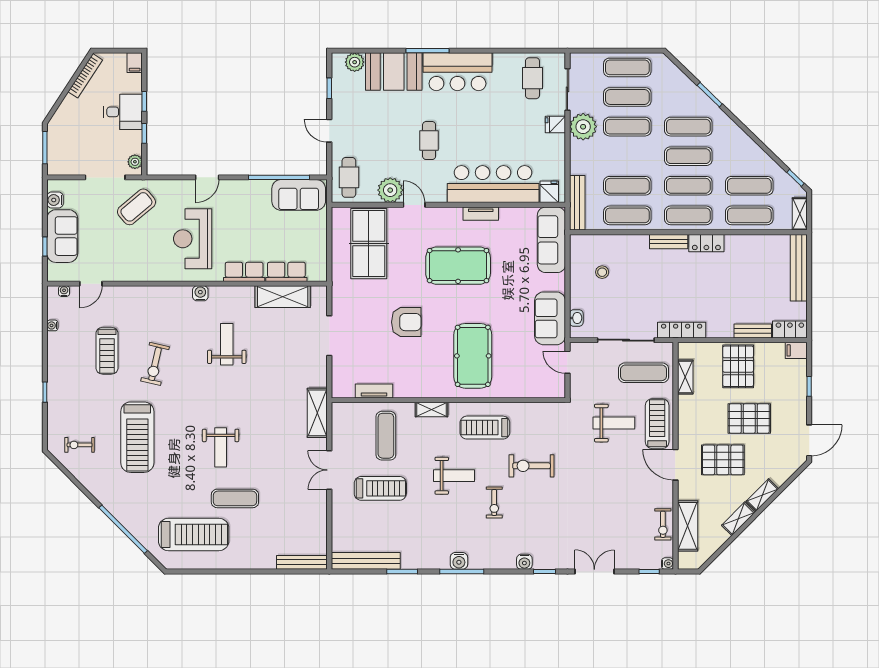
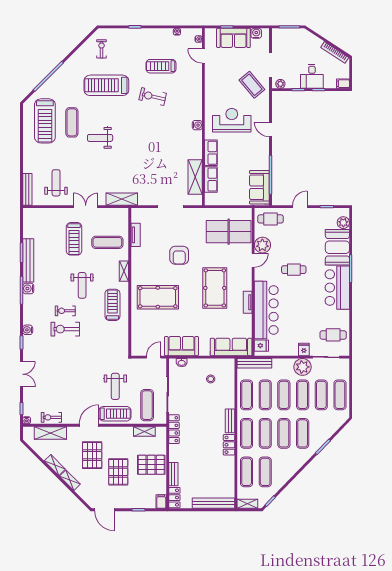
exercise mat: (627, 156) -> (284, 395), added
weight bench: (227, 344) -> (56, 183), moved, turned -90
exercise bike: (532, 466) -> (65, 329), moved, turned -90
exercise mat: (235, 498) -> (72, 122), moved
bench: (366, 561) -> (28, 260), moved

